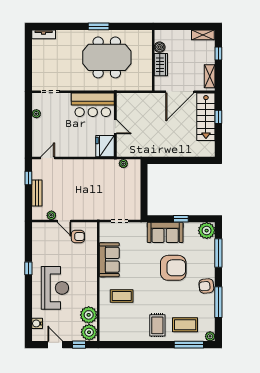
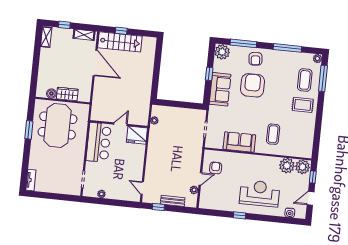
boiler: (160, 47) -> (51, 94), moved
wall: (153, 60) -> (63, 101), moved
wardrobe: (161, 65) -> (67, 94), moved
armchair: (206, 286) -> (255, 59), moved

